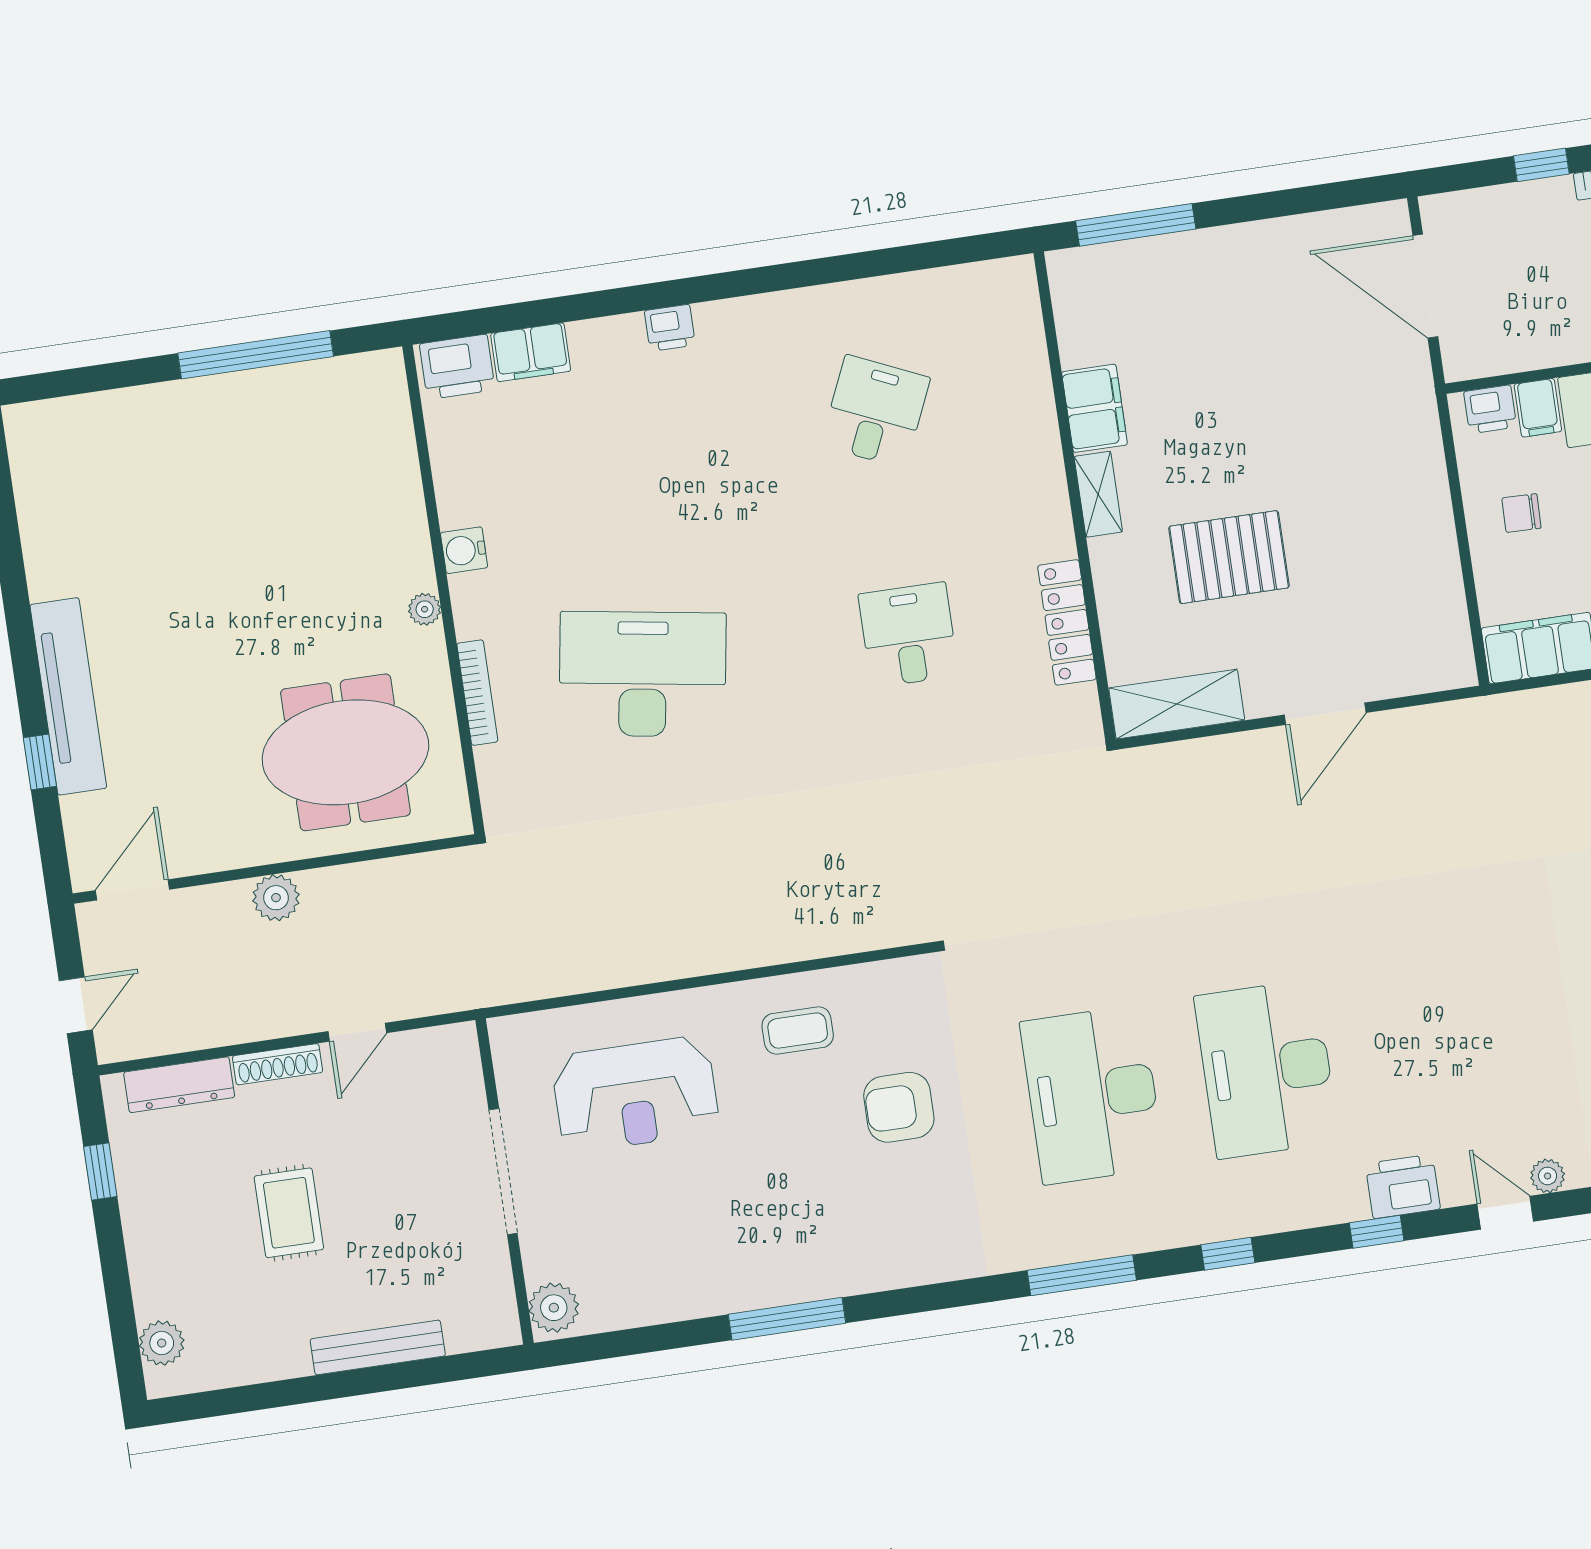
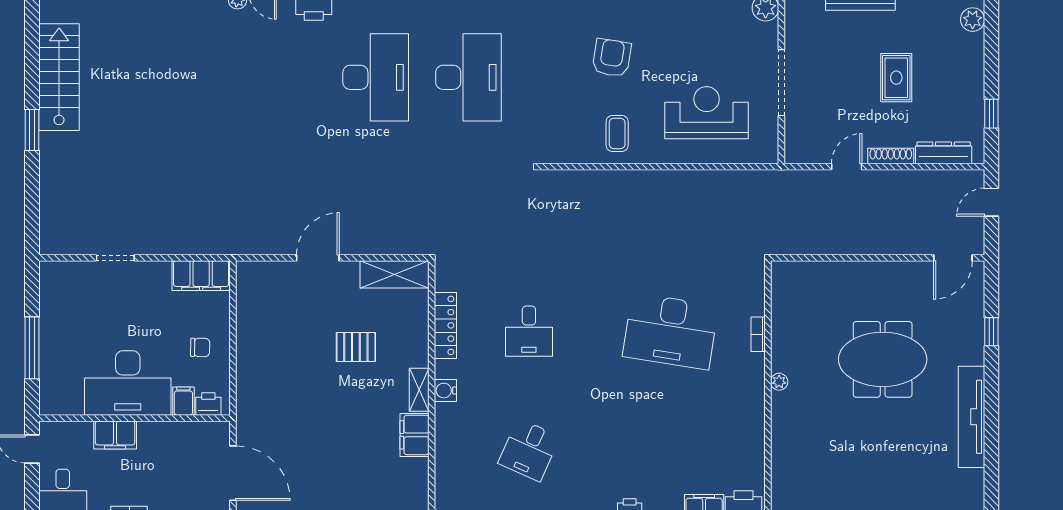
water cooler: (464, 550) -> (445, 391), moved, turned 180
pallet: (1229, 557) -> (356, 347), width x0.67, depth x0.71
bookcase: (477, 693) -> (758, 334), width x0.64
tv unit: (68, 696) -> (971, 417), moved
meeting table: (345, 752) -> (883, 359), moved
plant: (276, 898) -> (879, 243), removed
coffee table: (798, 1031) -> (617, 133), turned 90
armchair: (899, 1107) -> (612, 58), moved, turned -81

